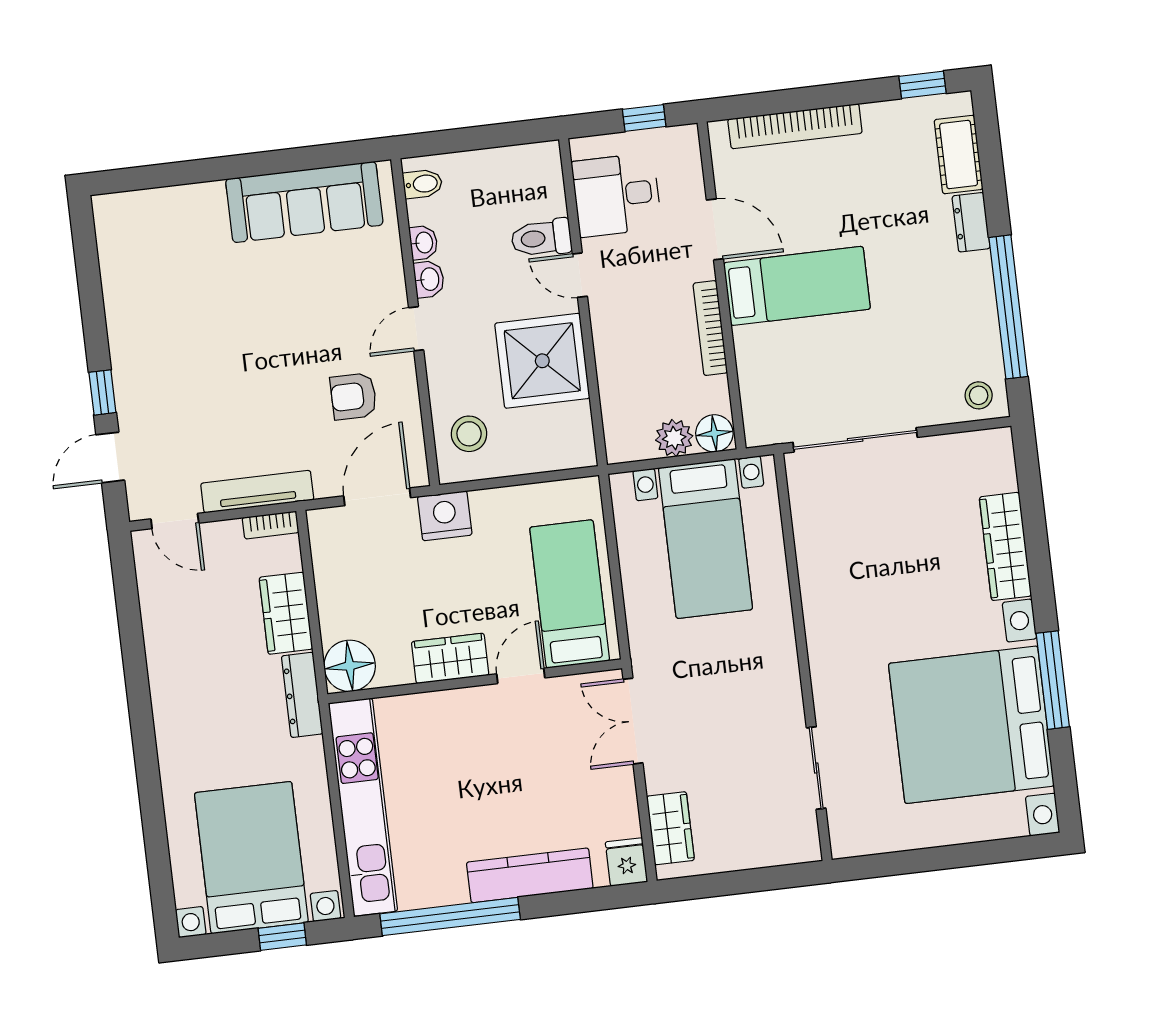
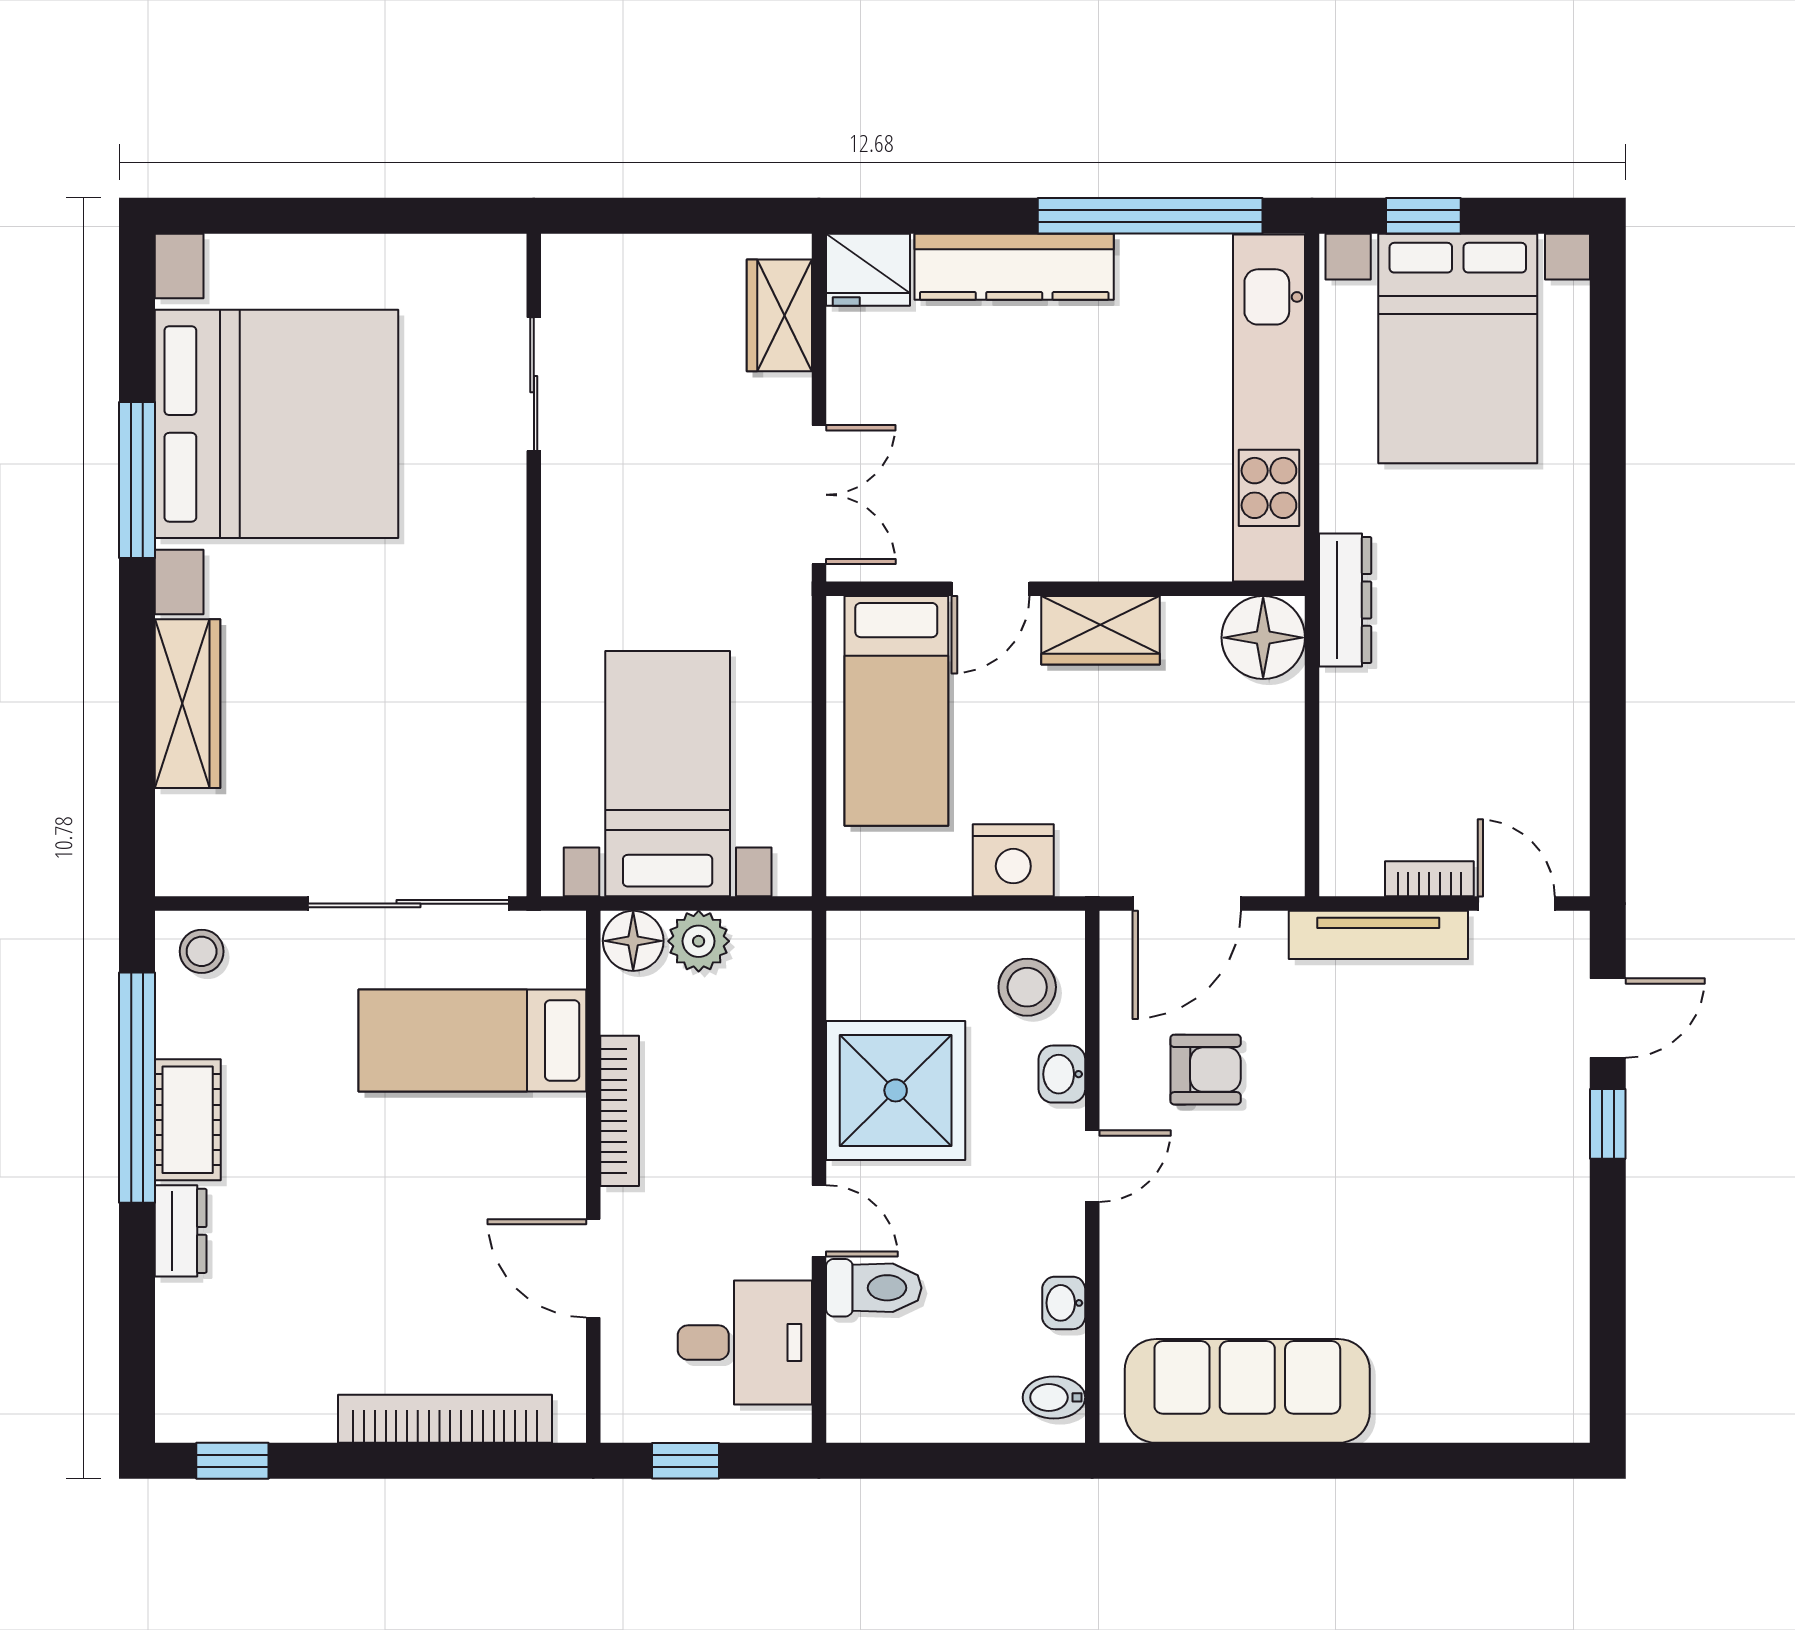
cot: (959, 154) -> (188, 1120), moved
washbasin: (429, 279) -> (1062, 1074), moved
bed: (797, 286) -> (472, 1041), moved
nightstand: (445, 516) -> (1013, 860), moved
bookcase: (271, 525) -> (1429, 879), moved
wardrobe: (286, 613) -> (1356, 734), removed
fridge: (626, 862) -> (868, 270), width x1.38

